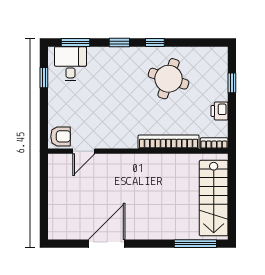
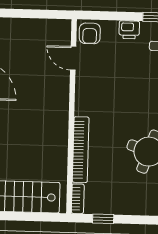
window: (232, 83) -> (103, 219), moved
printer: (219, 111) -> (129, 30), moved, turned 180

